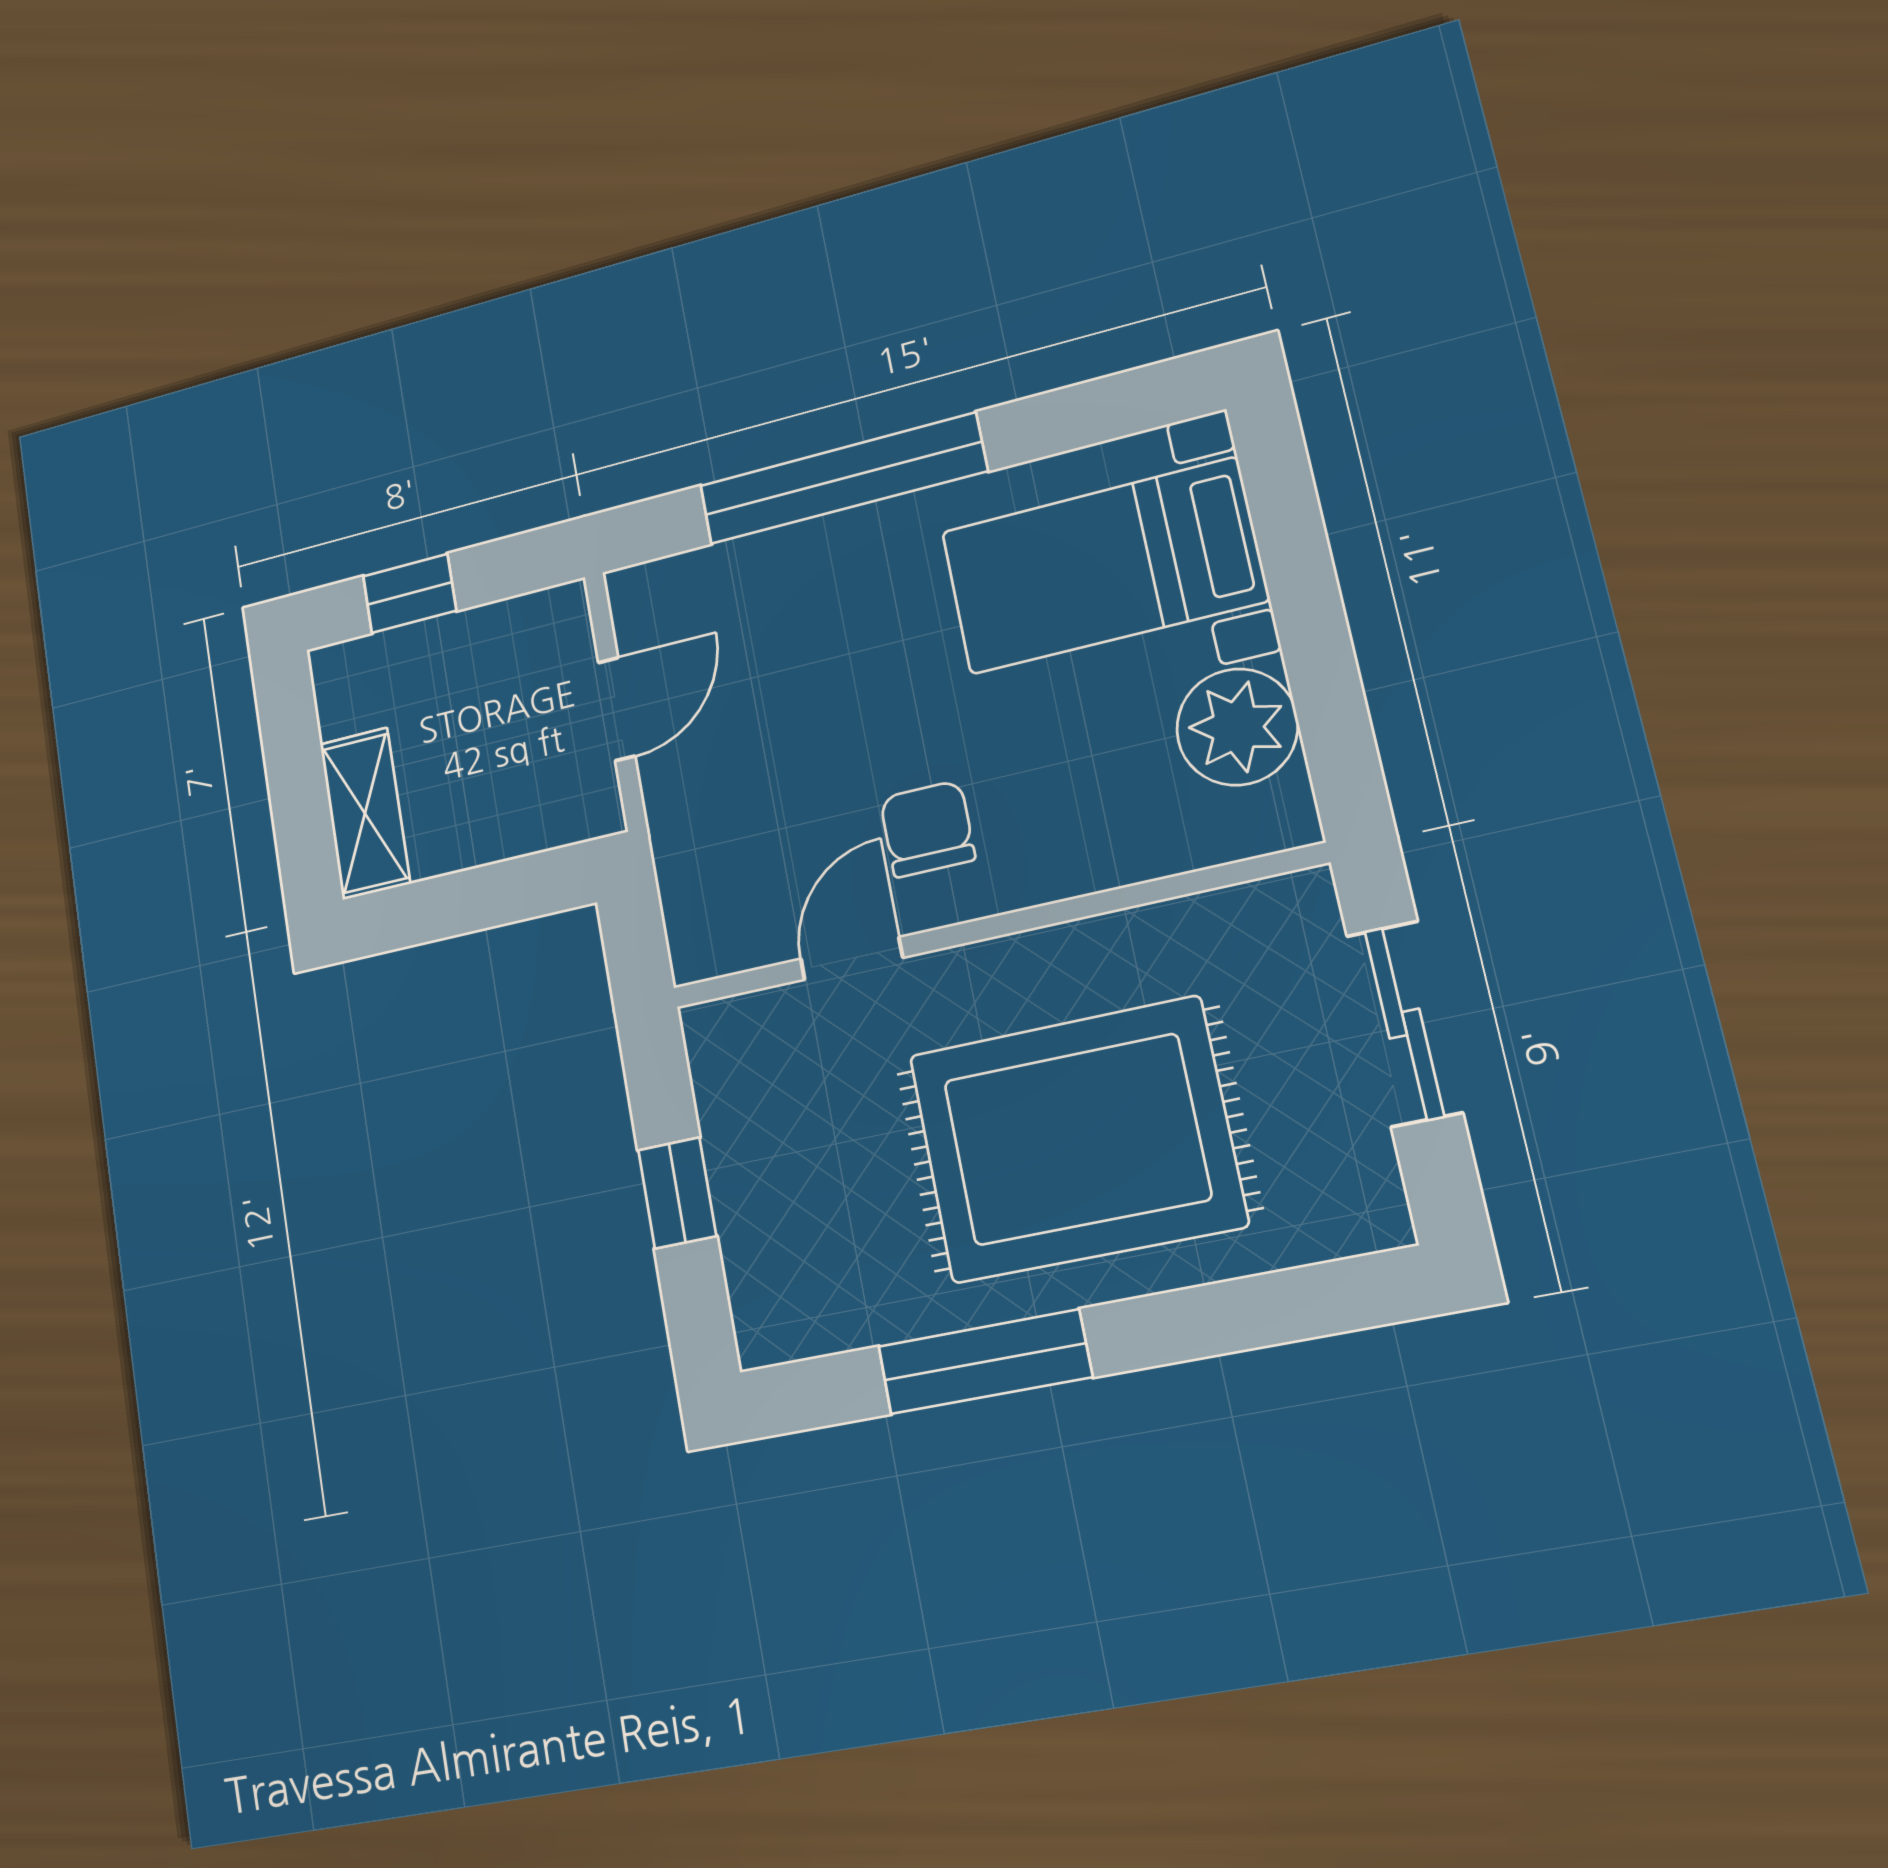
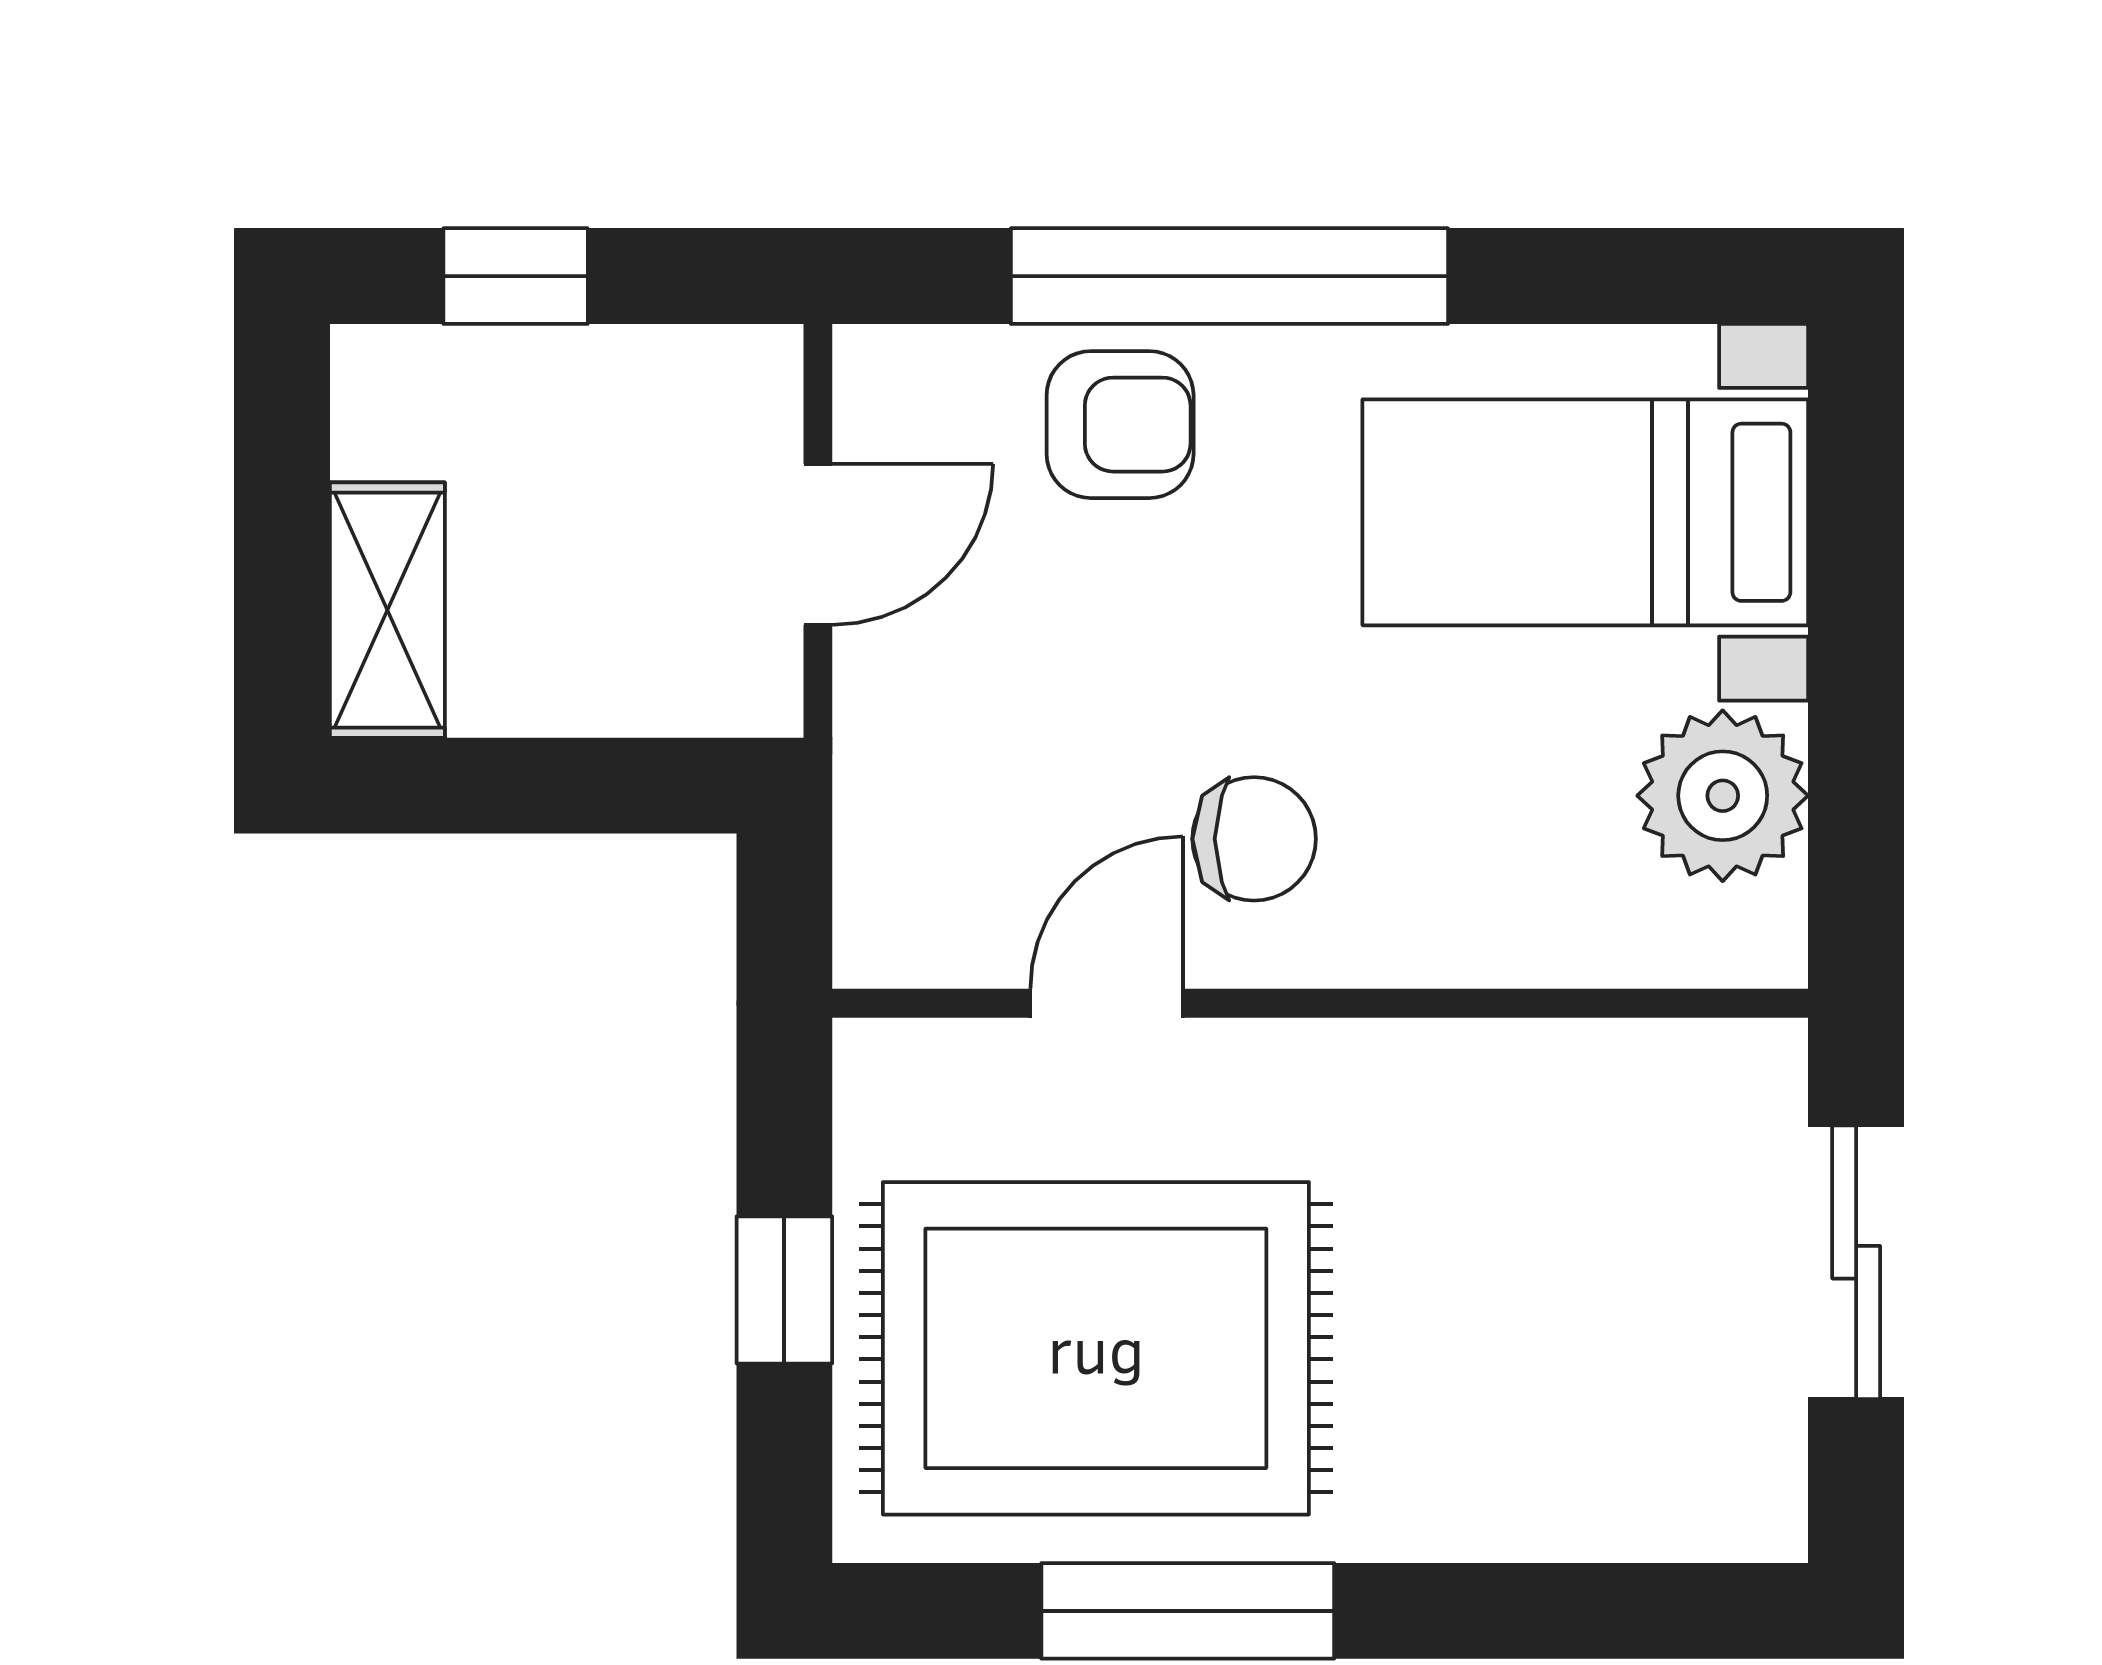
armchair: (791, 588) -> (1120, 425), added
chair: (927, 829) -> (1254, 839), turned 90
rug: (1076, 1140) -> (1096, 1348), moved

